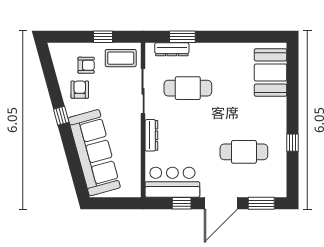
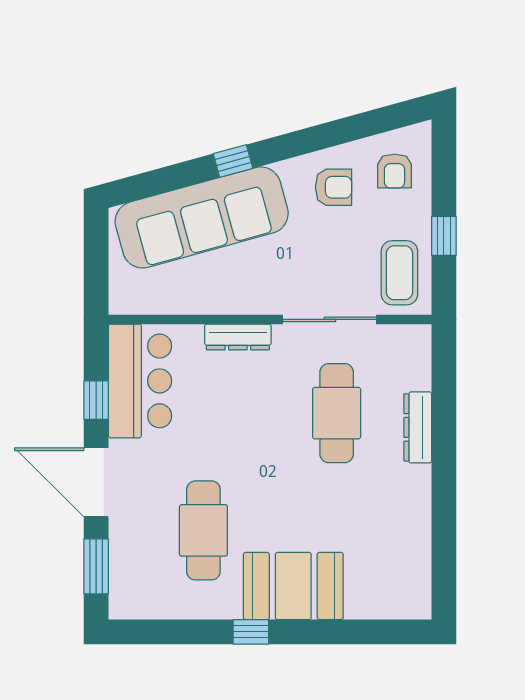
window: (182, 37) -> (444, 402), removed
dresser: (172, 49) -> (418, 427), moved
armchair: (86, 65) -> (394, 171), moved
booth: (271, 73) -> (293, 586), moved
window: (61, 116) -> (233, 161), moved
window: (292, 143) -> (251, 632), moved

